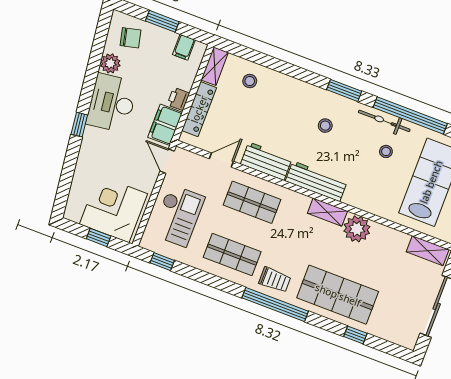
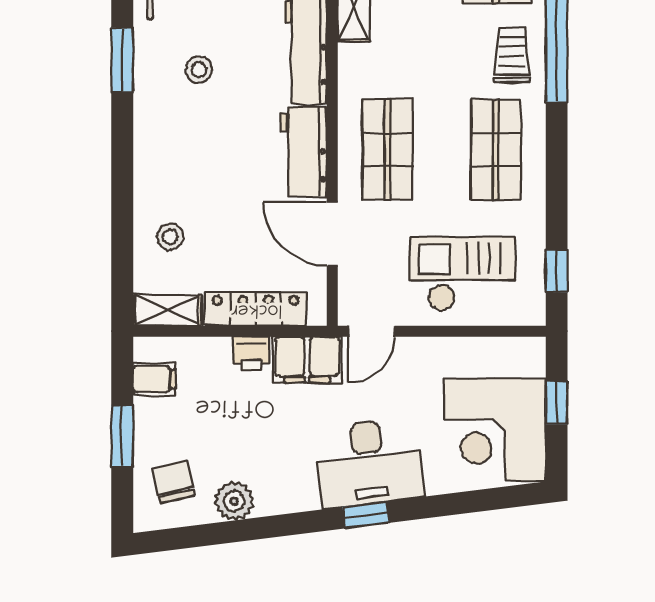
desk: (112, 103) -> (369, 463), moved
door: (221, 160) -> (332, 234), width x1.38
corner desk: (114, 209) -> (495, 430), moved

